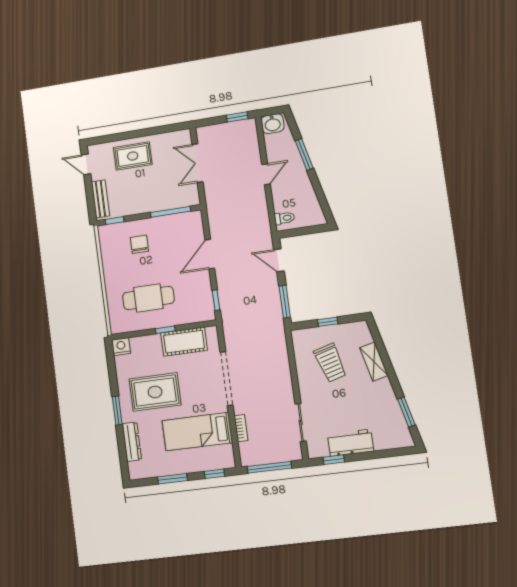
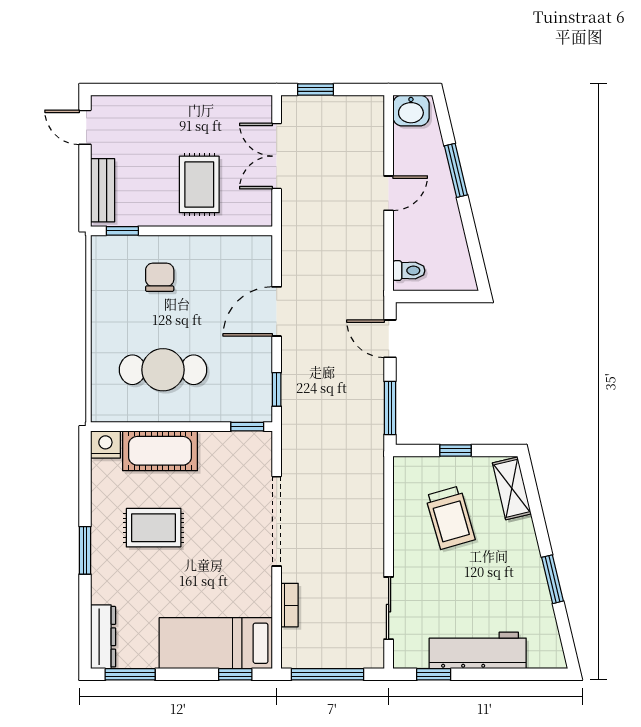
window: (237, 117) -> (315, 90), moved
rug: (133, 156) -> (199, 184), moved, turned 90
window: (170, 212) -> (220, 231), removed
window: (165, 330) -> (247, 427), moved
cot: (184, 342) -> (160, 451), moved
shelving: (374, 362) -> (512, 488), moved
rug: (155, 392) -> (154, 528), width x0.73, depth x0.70
window: (406, 412) -> (552, 579), moved
bed: (197, 432) -> (216, 643), moved
dresser: (132, 442) -> (103, 637), moved
workbench: (351, 443) -> (478, 650), width x1.38
window: (172, 479) -> (130, 674), moved

